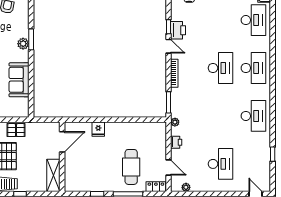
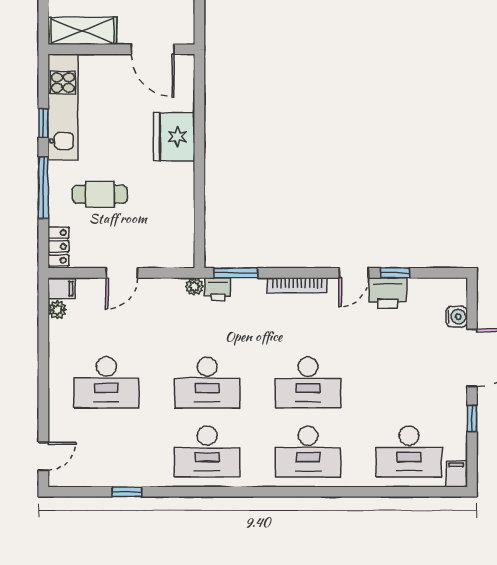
desk: (221, 116) -> (207, 382), added
fridge: (98, 129) -> (174, 137), width x1.88, depth x1.34
printer: (176, 142) -> (218, 289), moved
cafe table: (131, 167) -> (100, 194), width x0.73, depth x0.74
door: (168, 168) -> (122, 273), moved
kitchen unit: (90, 185) -> (63, 107), added
filing cabinet: (176, 185) -> (61, 289), added

